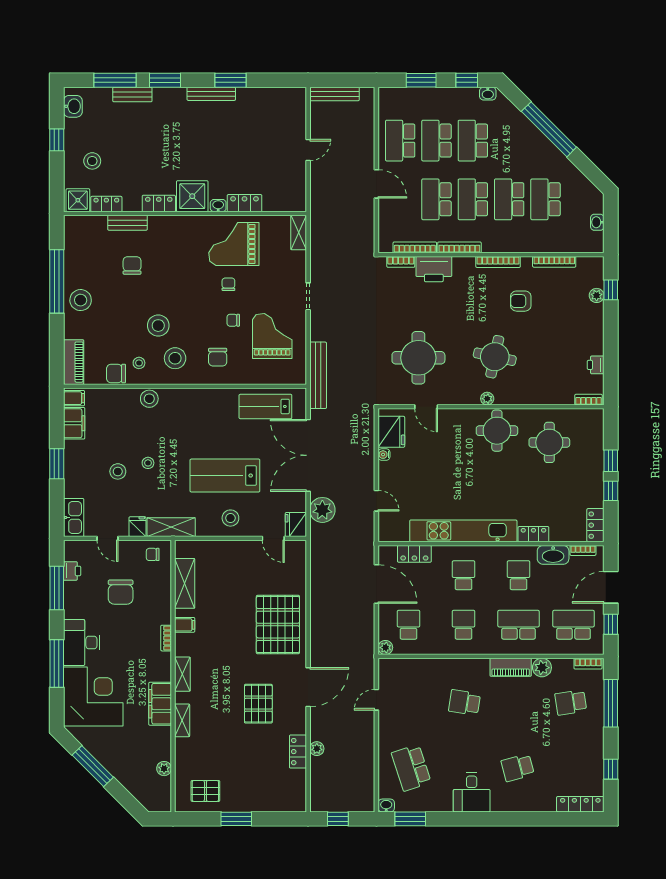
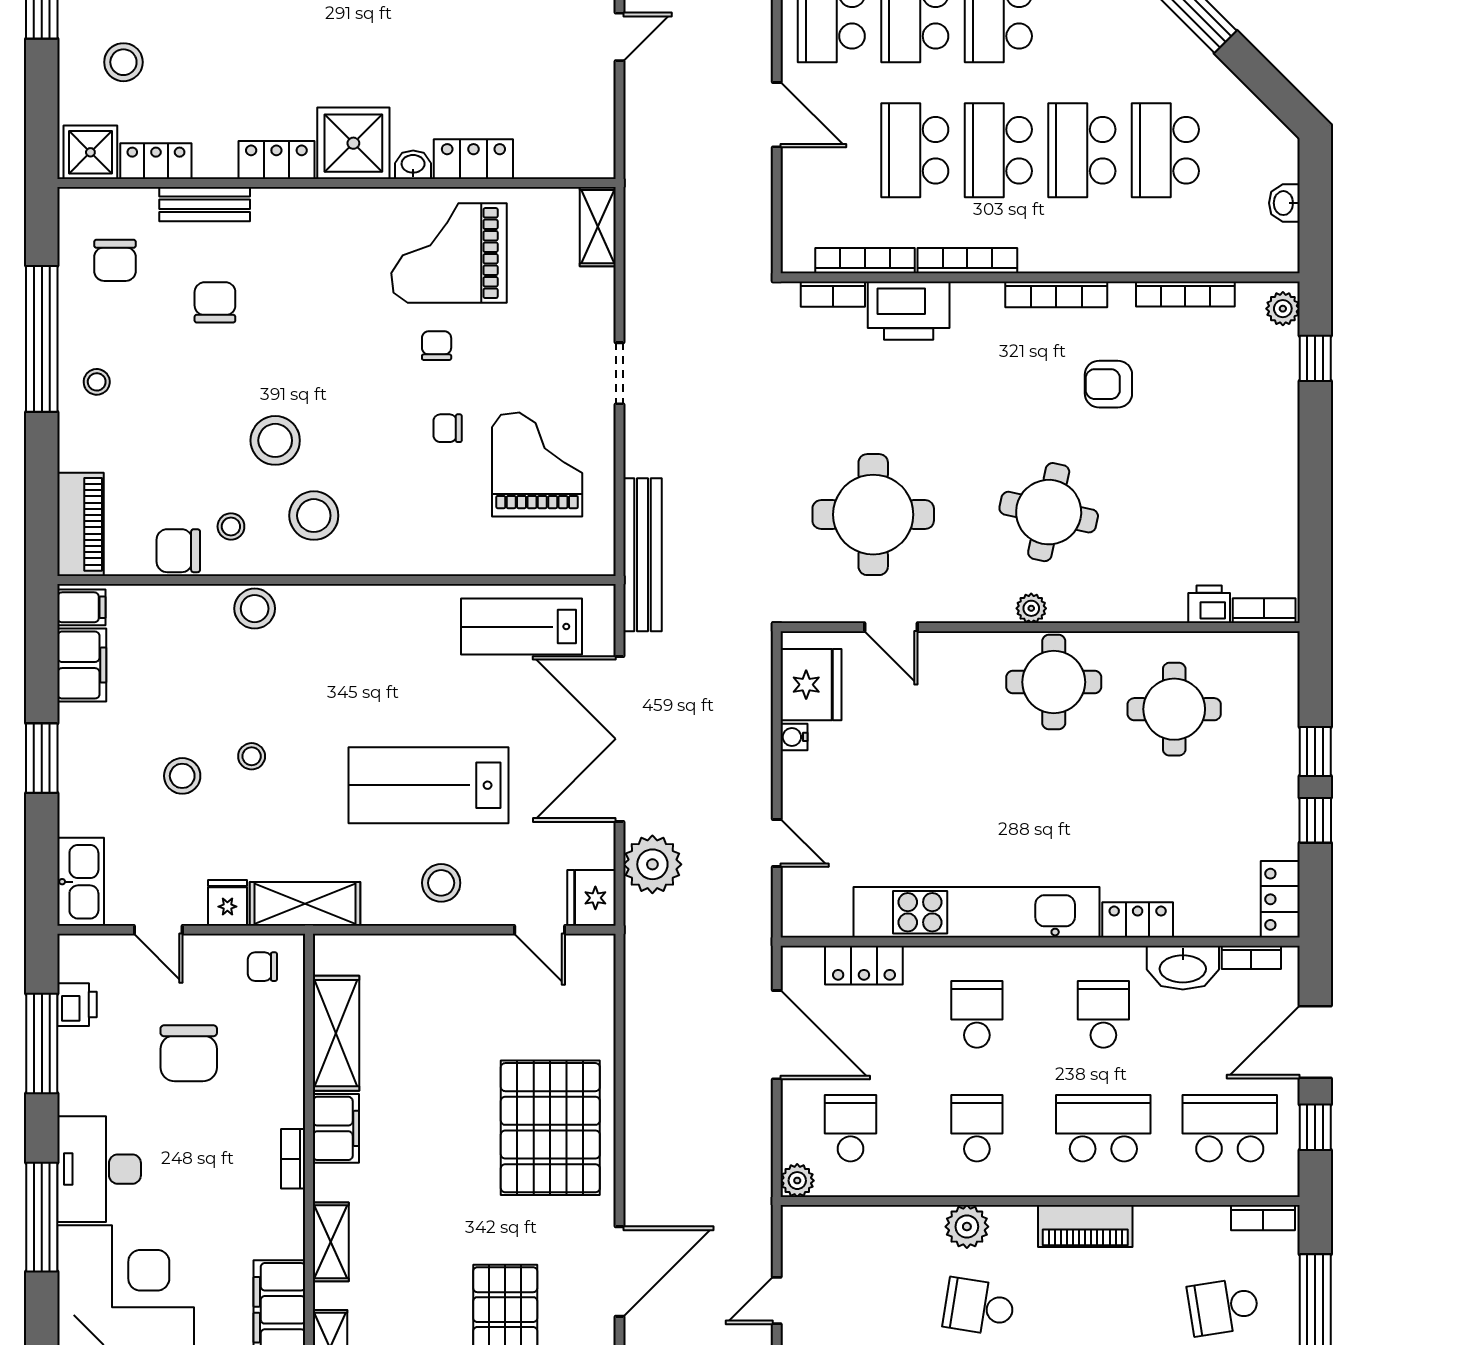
plant: (597, 295) -> (1283, 309), moved
stool: (81, 300) -> (97, 382), width x0.53, depth x0.53
chair: (218, 357) -> (115, 260), moved
printer: (596, 365) -> (1209, 604), moved, turned 90
filing cabinet: (185, 625) -> (336, 1128), width x2.00
plant: (542, 668) -> (967, 1227), moved

